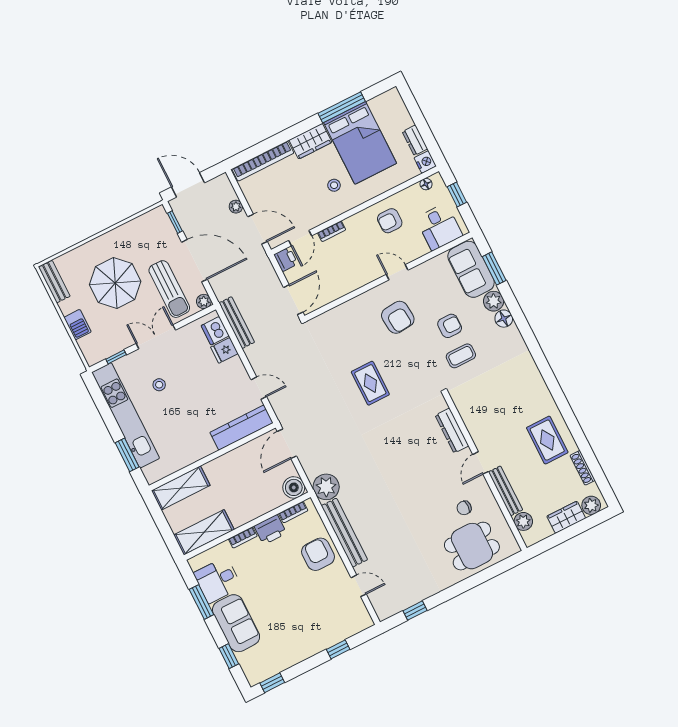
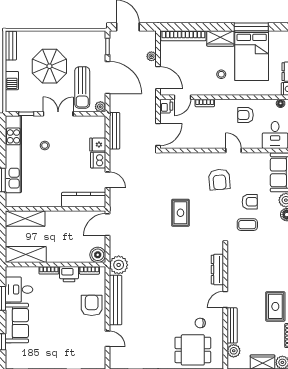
dishwasher: (215, 331) -> (98, 160), moved

